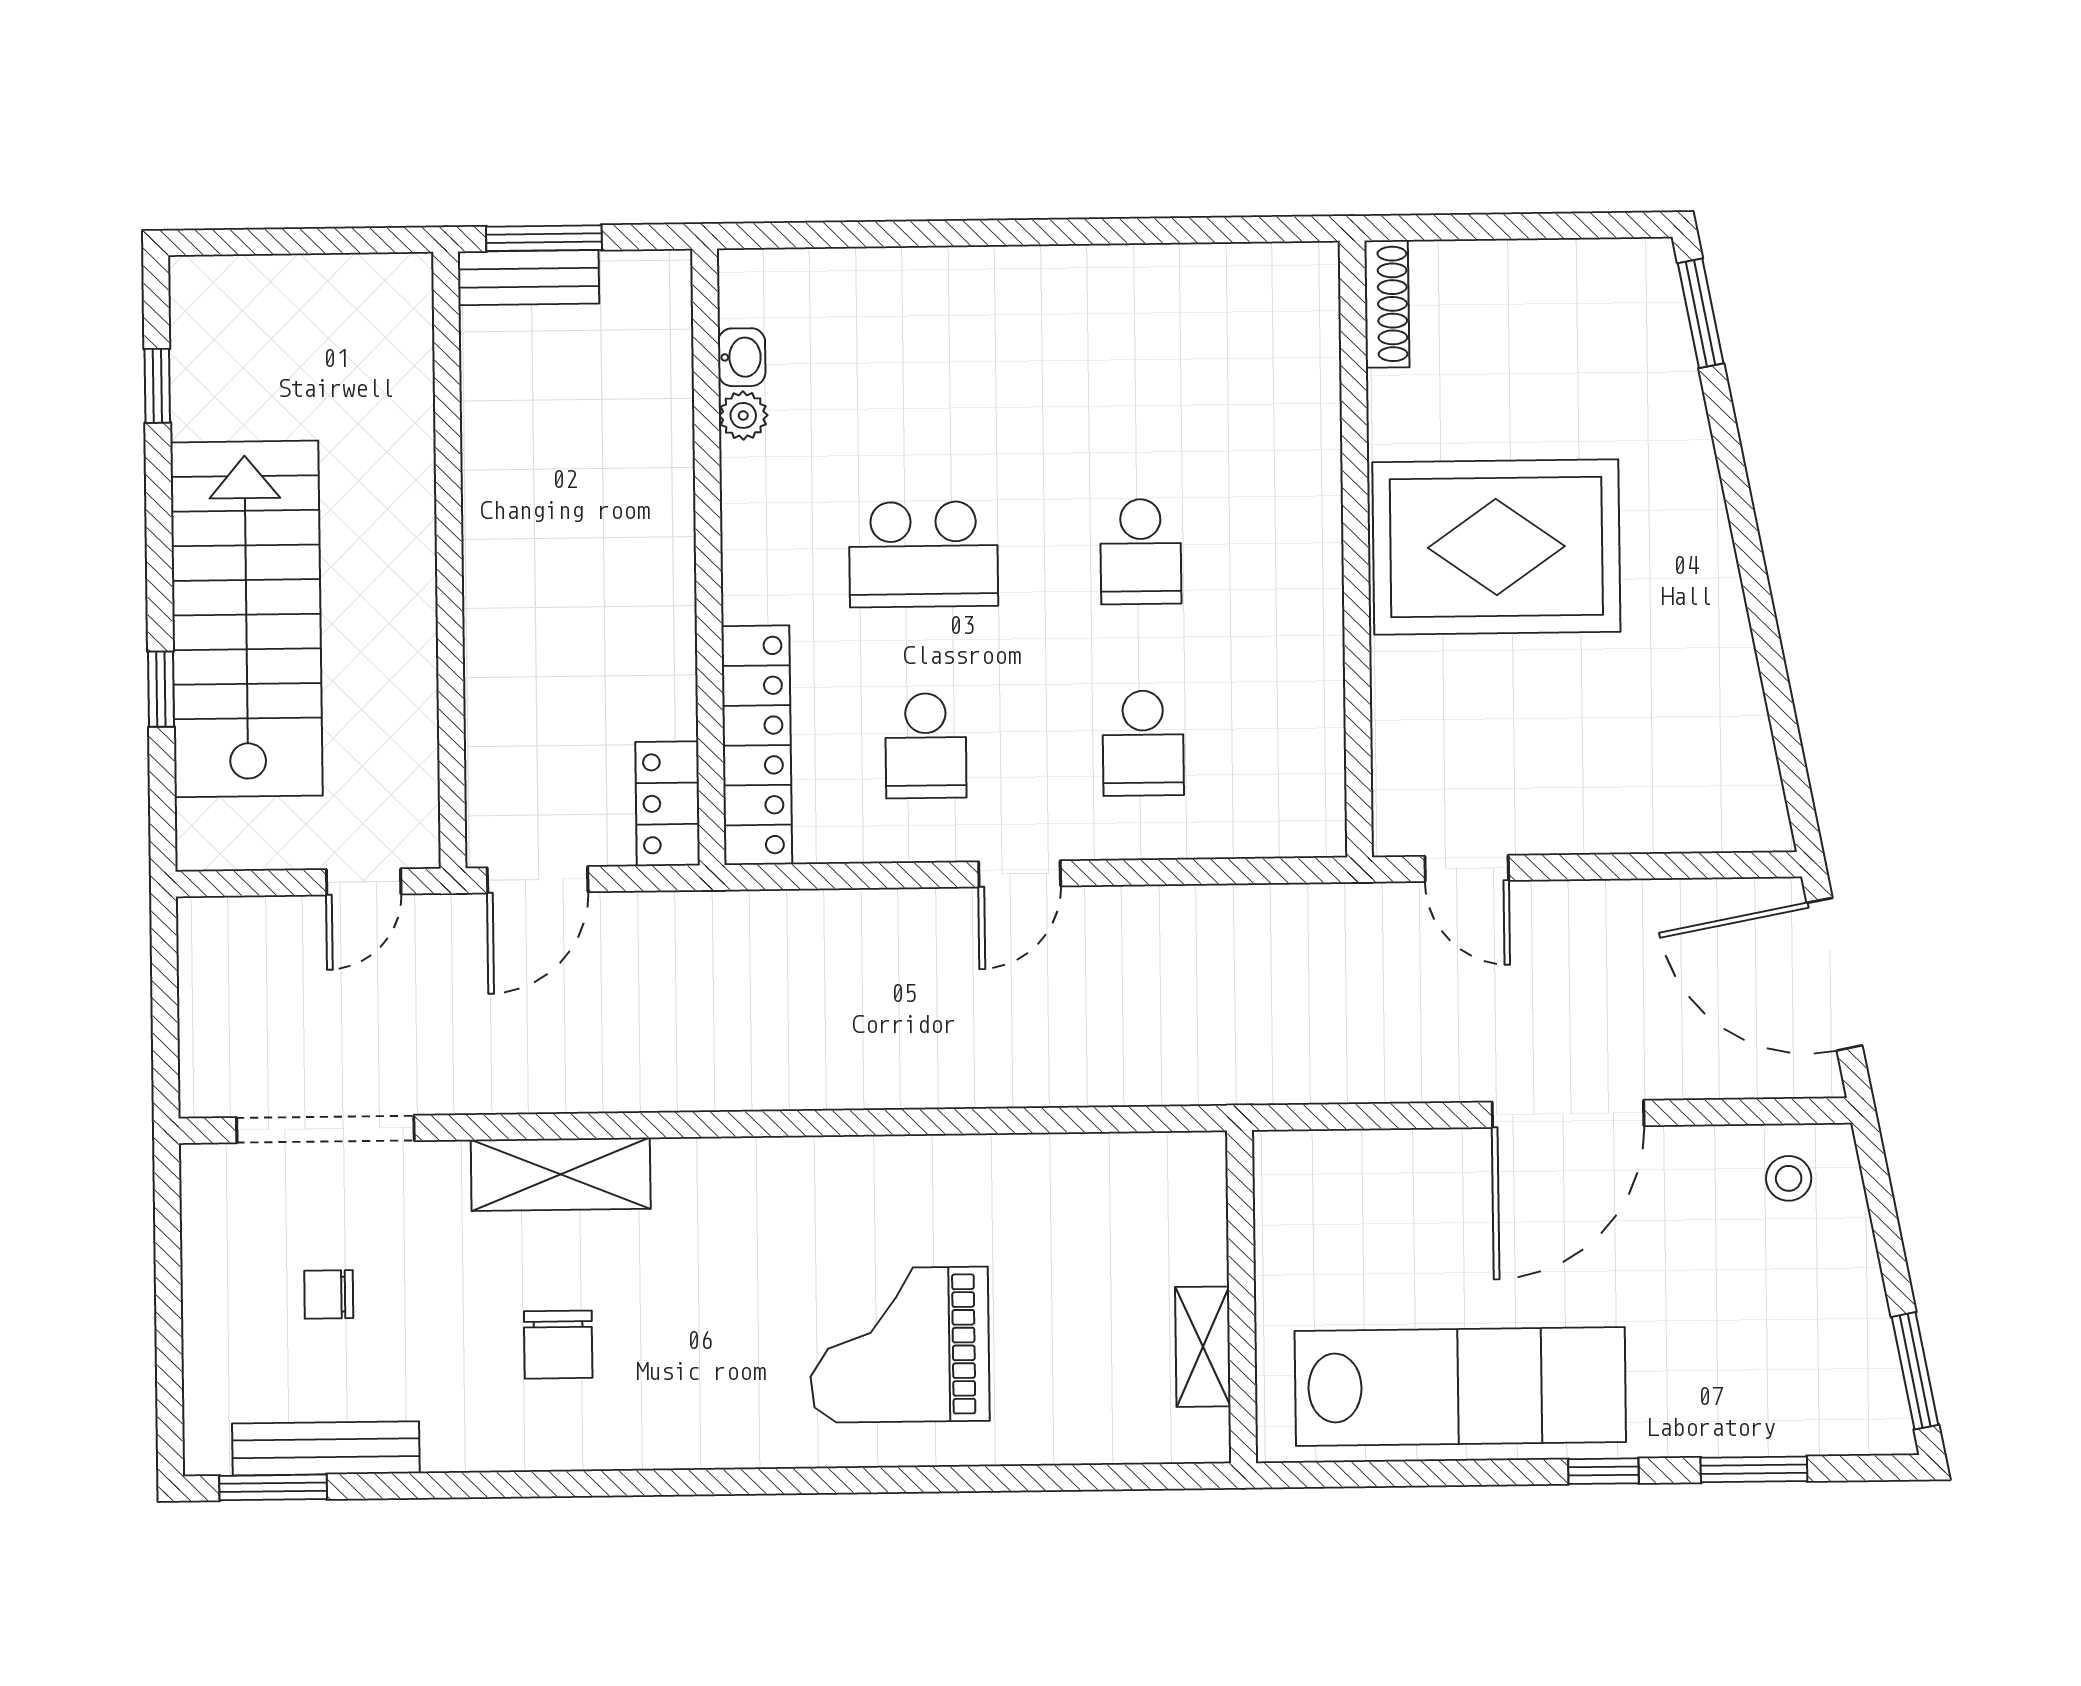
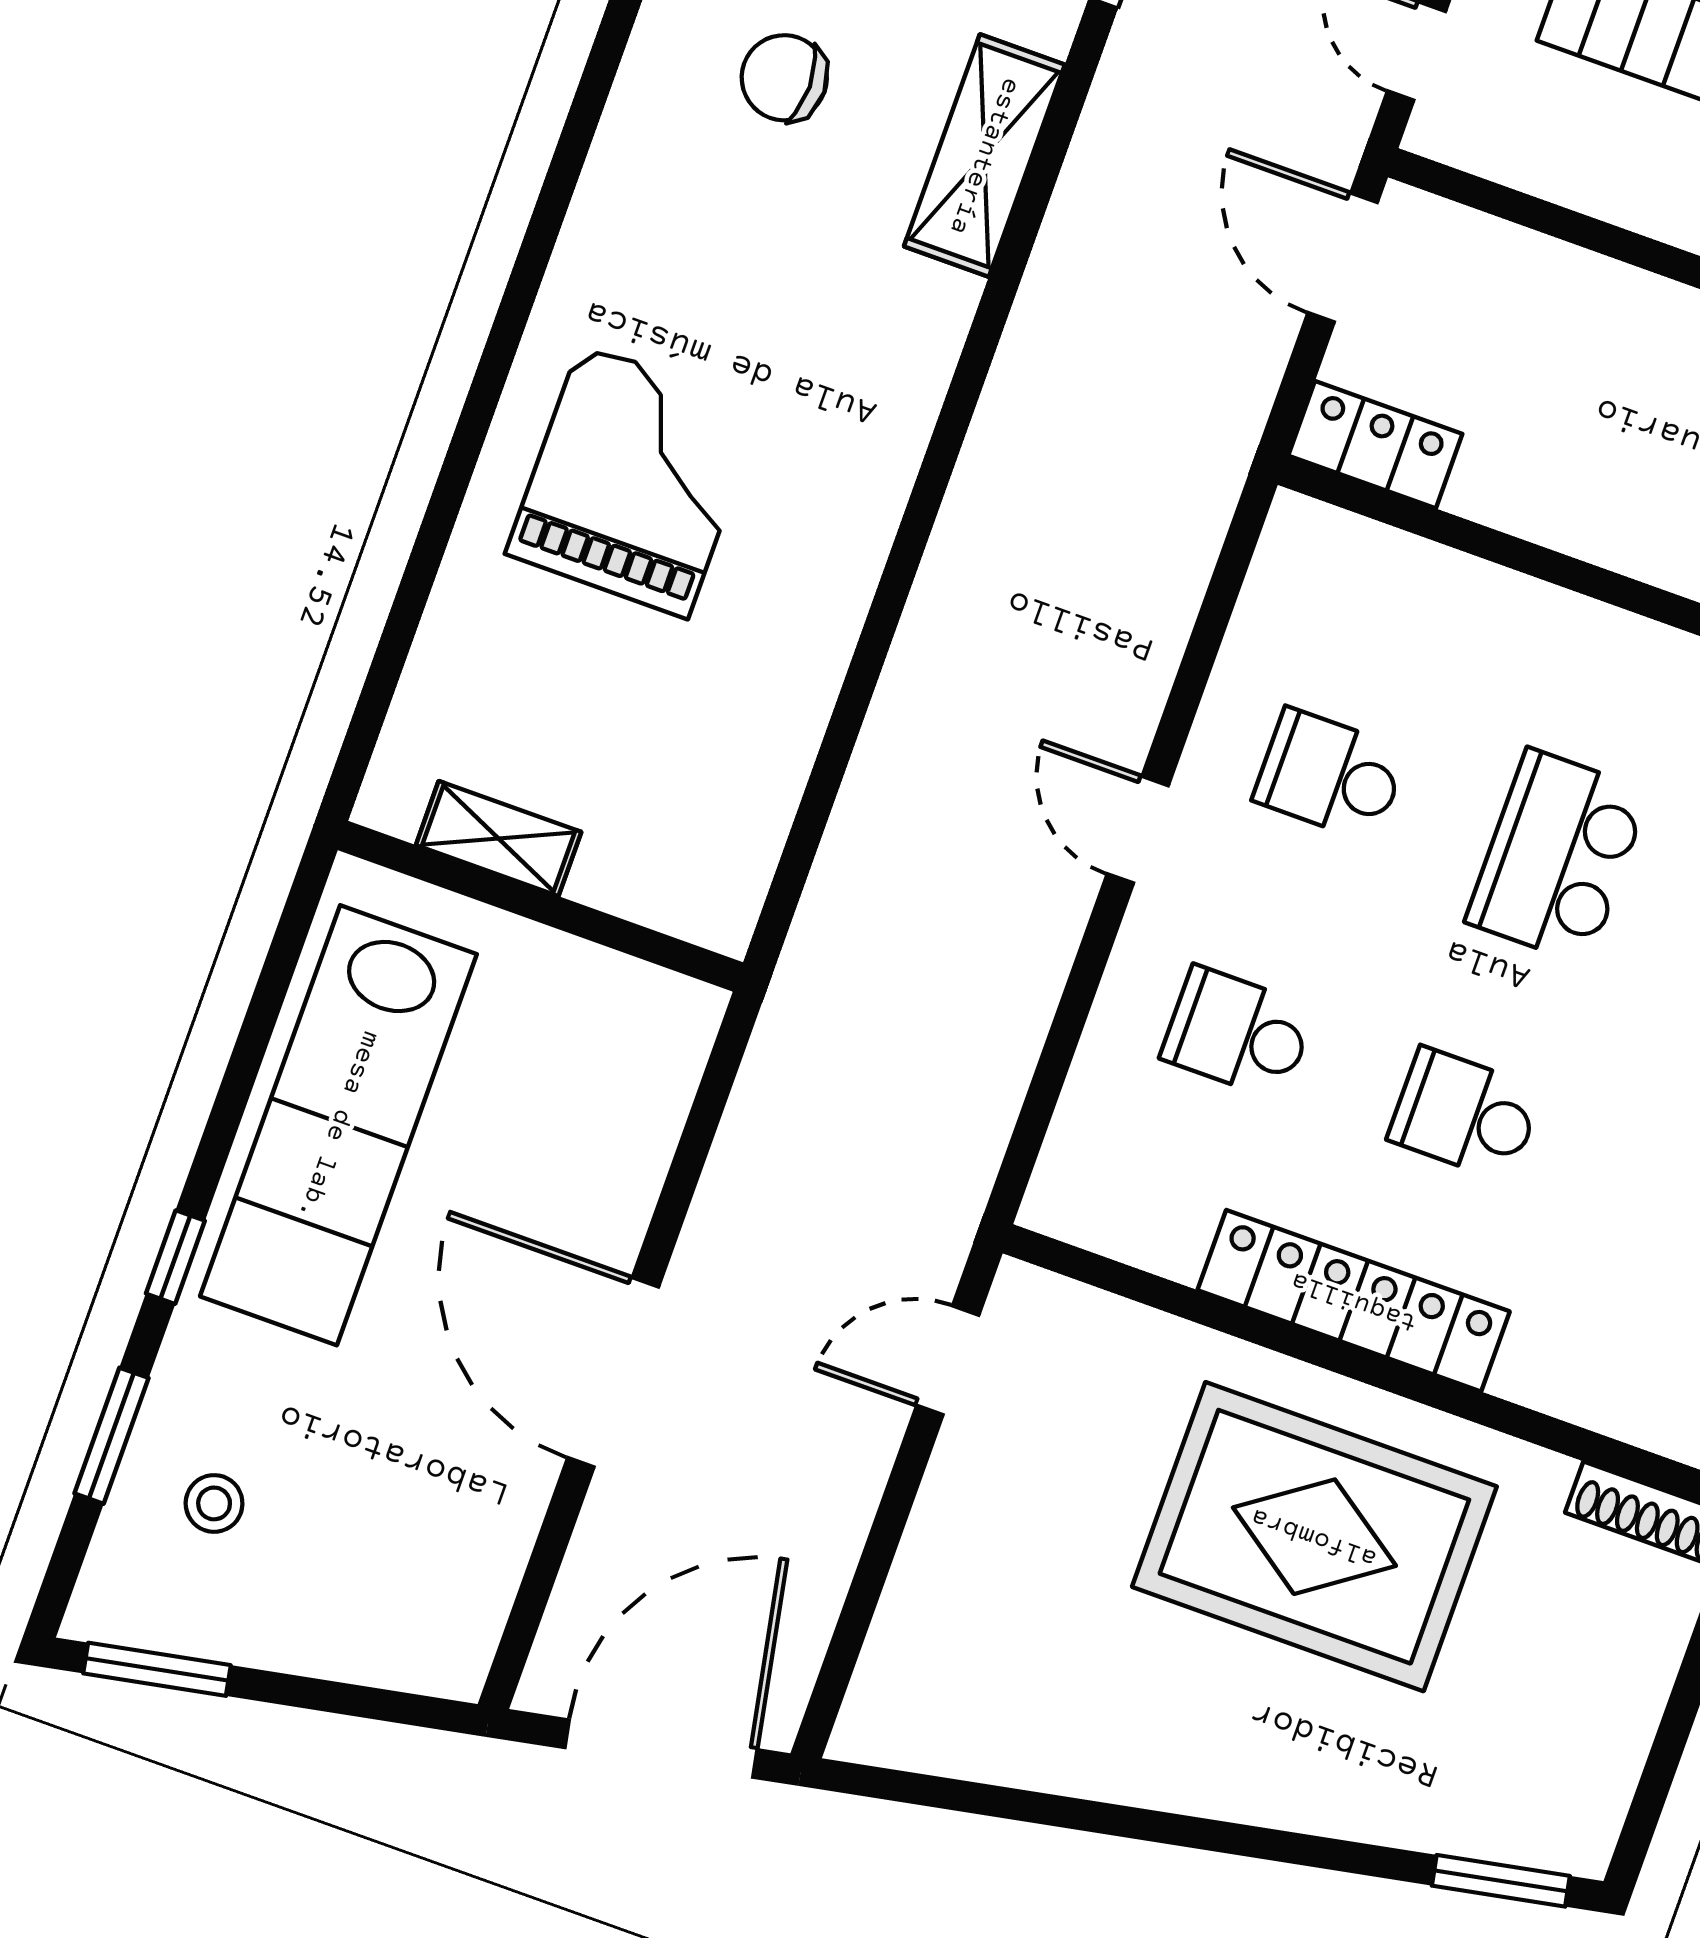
rug: (1496, 547) -> (1314, 1537), turned 90
locker: (757, 745) -> (1354, 1301), moved, turned 180
stool: (1789, 1178) -> (214, 1503), moved

